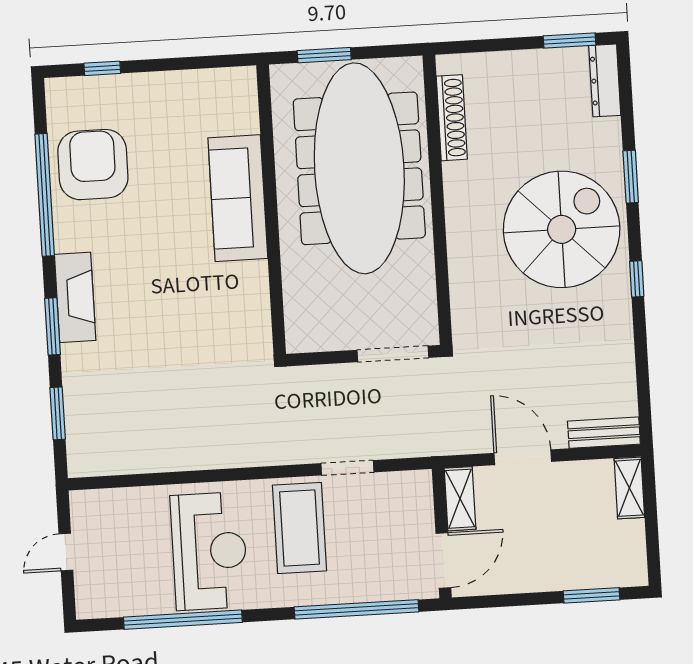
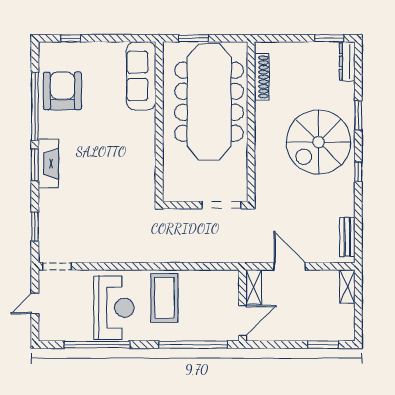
sofa: (238, 198) -> (141, 76), moved
spiral stairs: (562, 229) -> (319, 142), turned 180
window: (52, 326) -> (35, 165), moved
bench: (604, 433) -> (347, 237), moved, turned 90
doorway: (347, 468) -> (57, 266), moved

